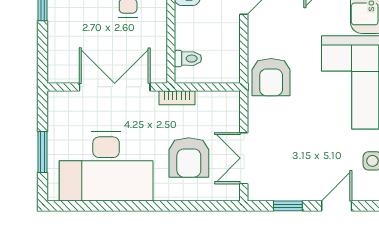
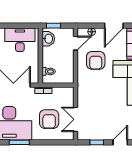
armchair: (271, 77) -> (96, 60), moved
window: (127, 206) -> (19, 142), added

